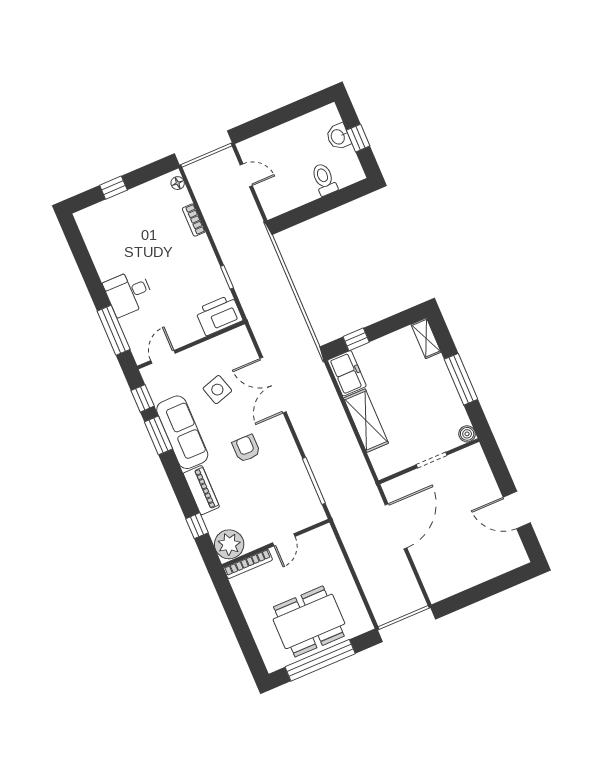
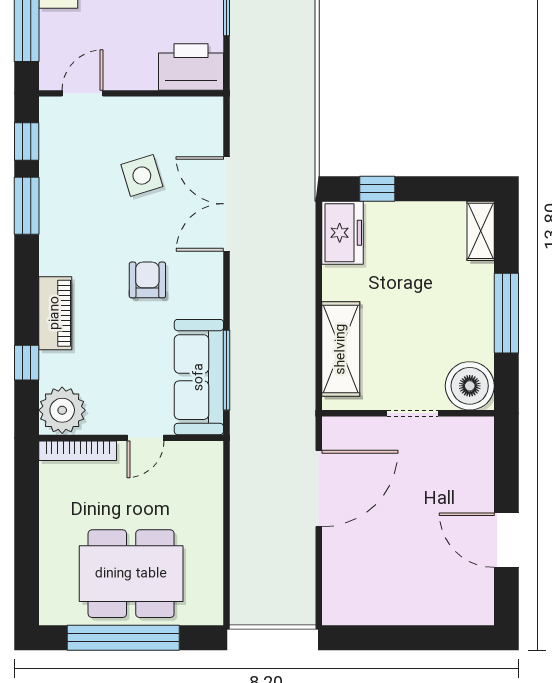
shelving: (366, 421) -> (341, 349), moved
sofa: (182, 432) -> (199, 377), moved, turned 180
boiler: (467, 434) -> (470, 386), width x1.86, depth x1.86

